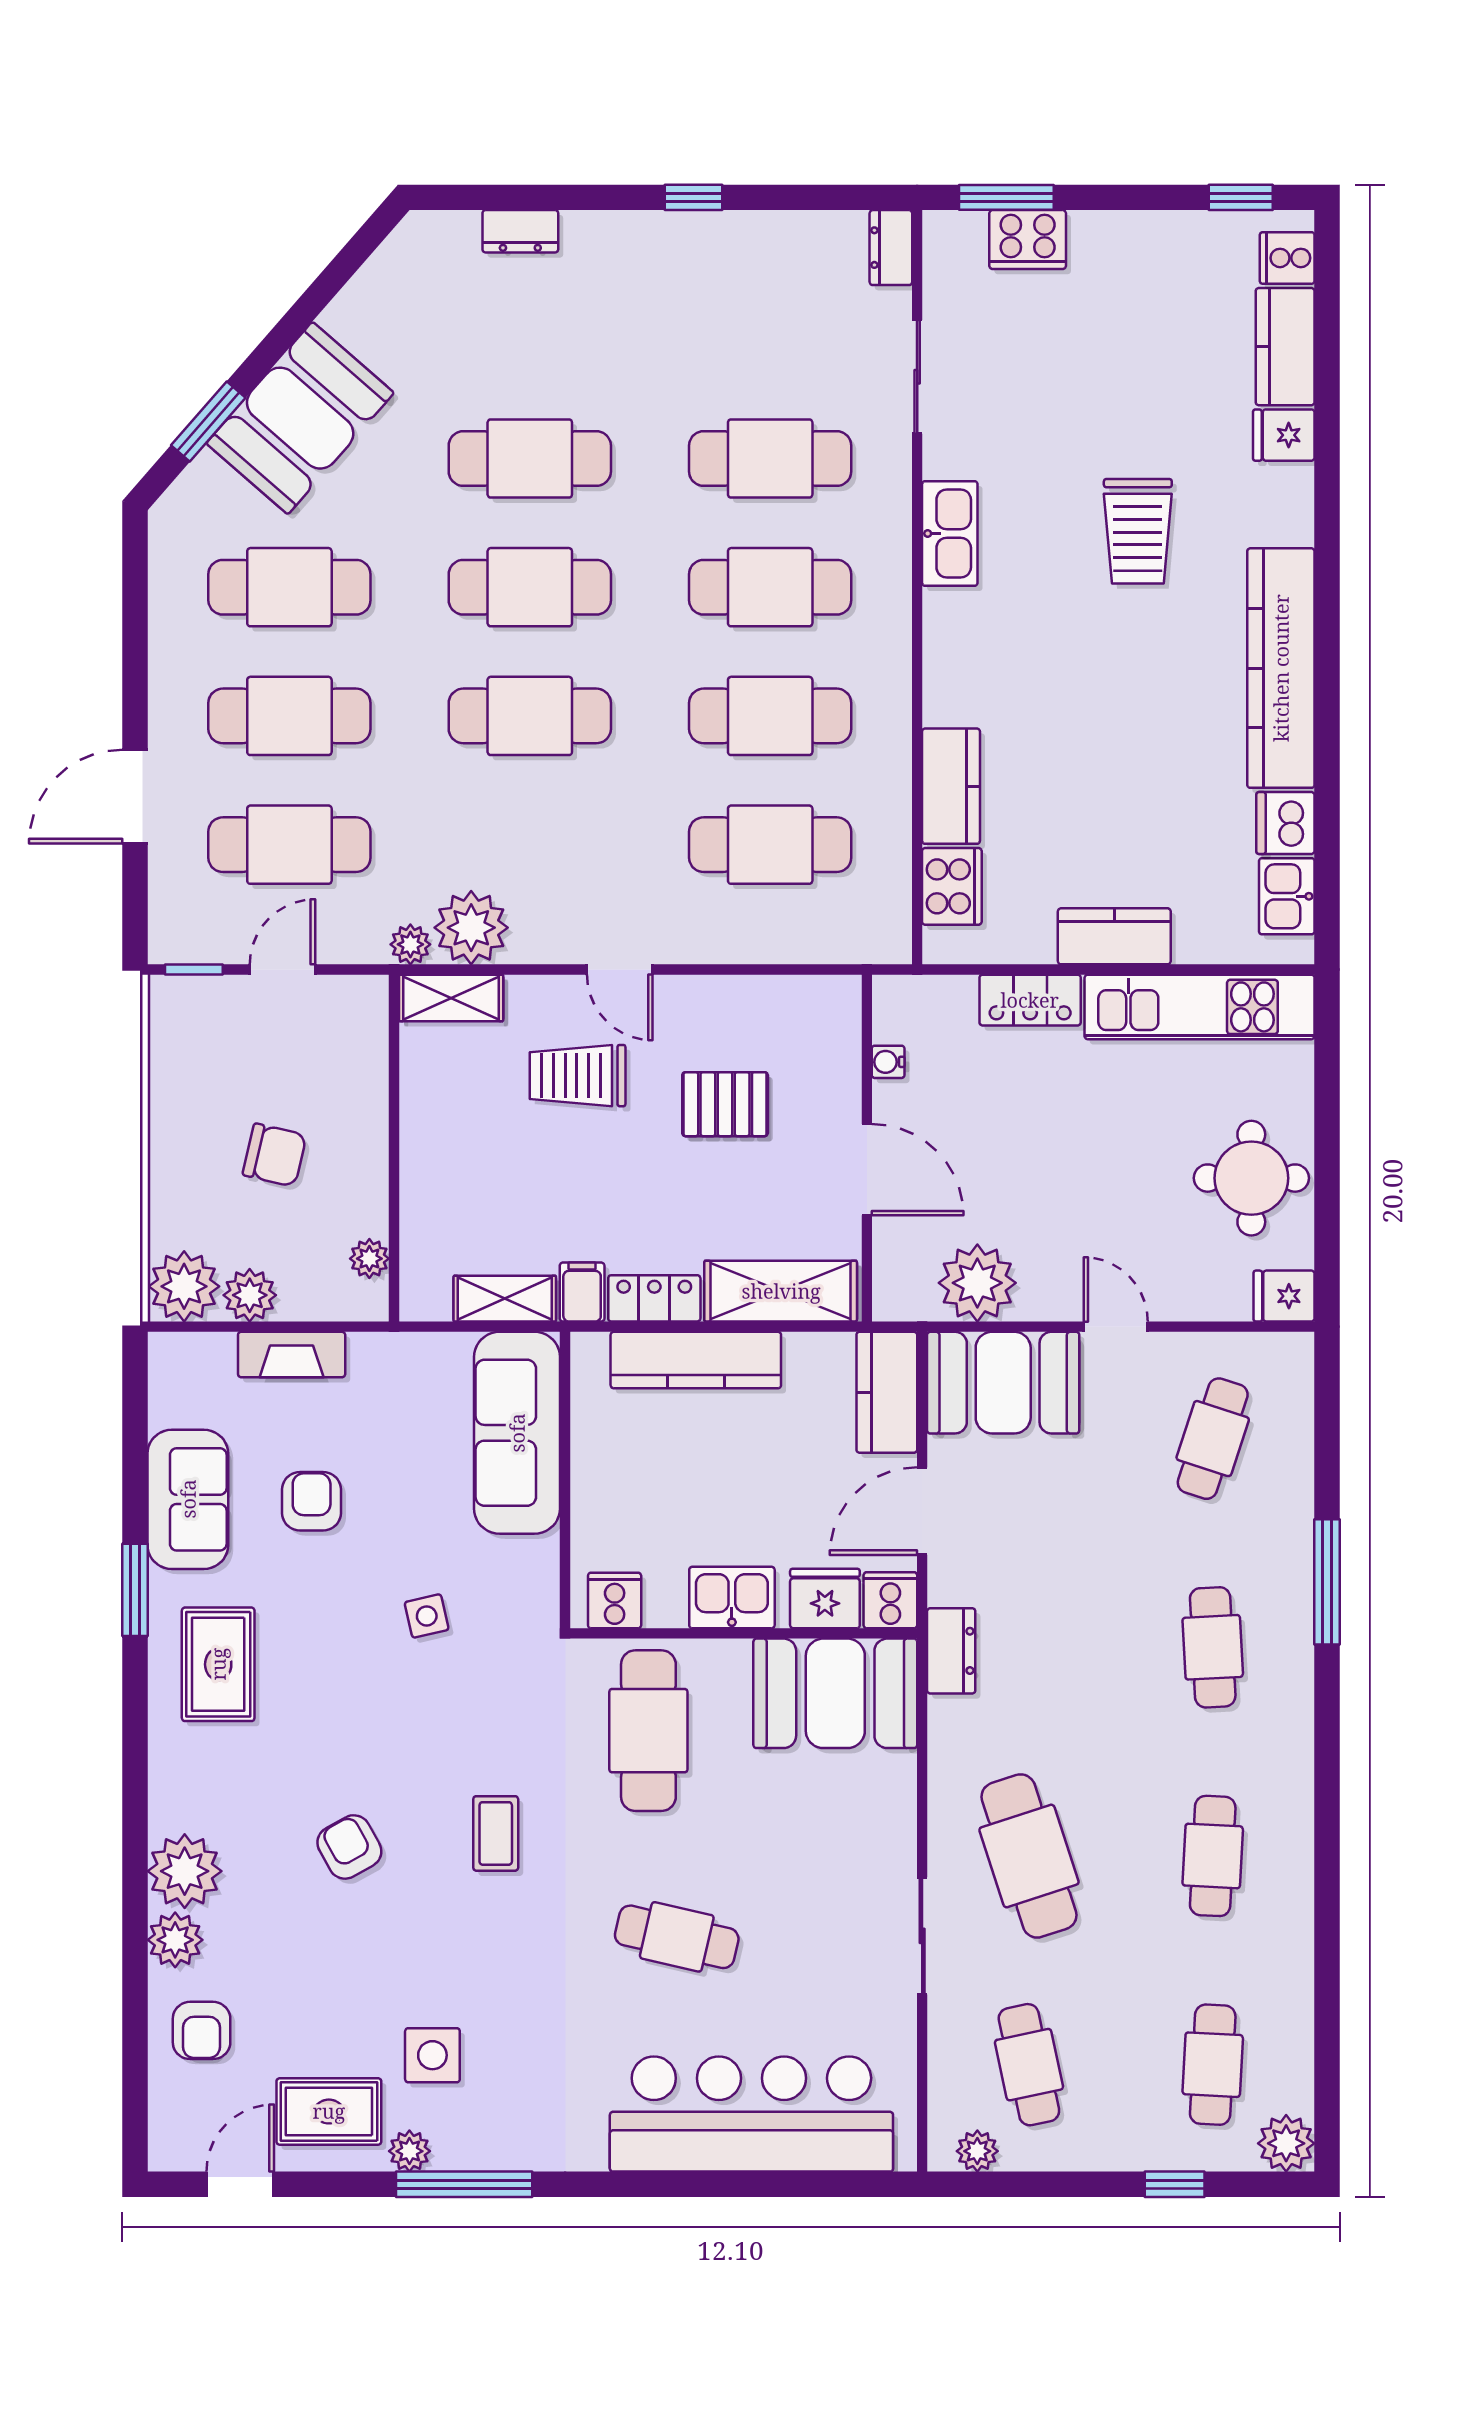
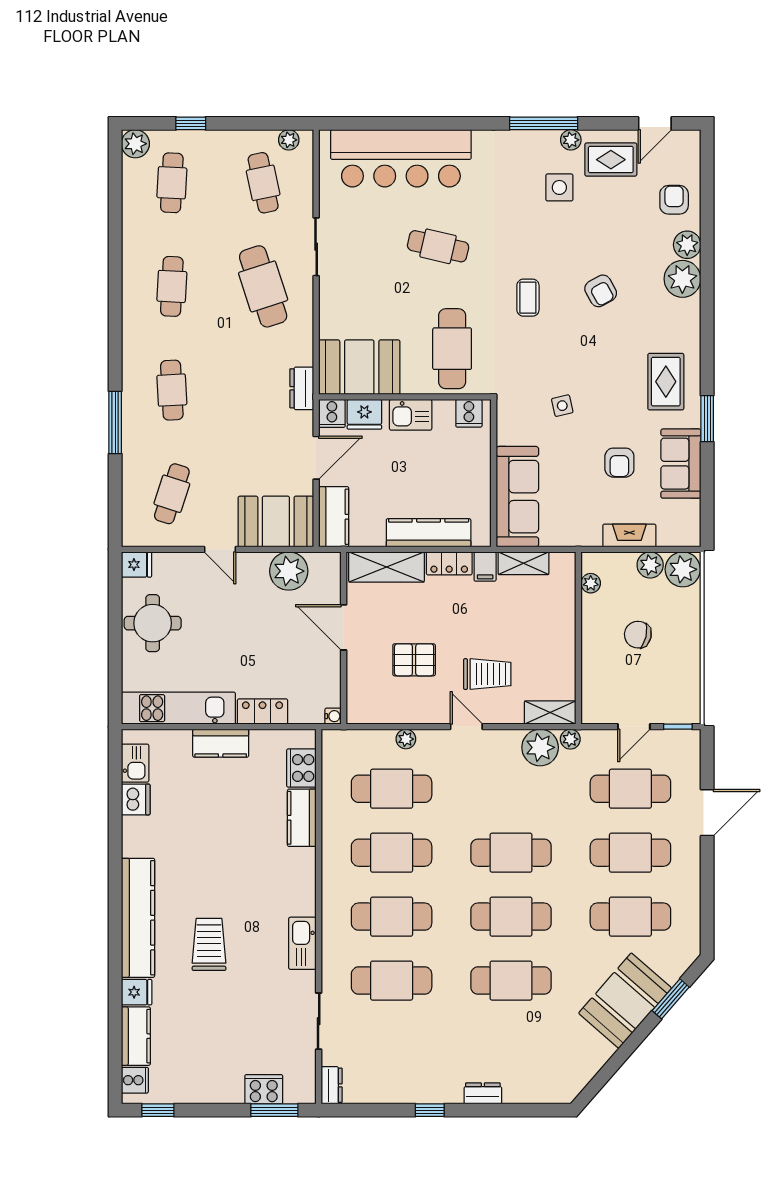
dresser: (520, 231) -> (483, 1093), moved
kitchen counter: (1281, 668) -> (138, 918), moved
plant: (741, 945) -> (406, 739), added
water cooler: (888, 1062) -> (333, 716), moved

